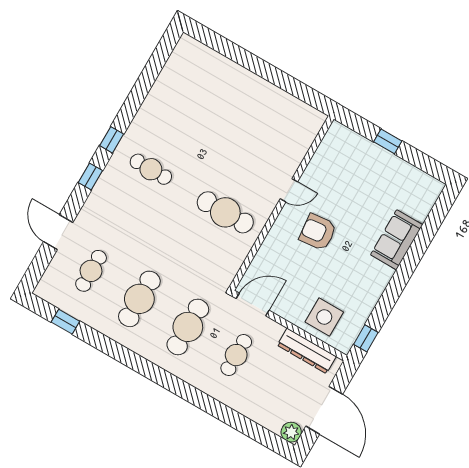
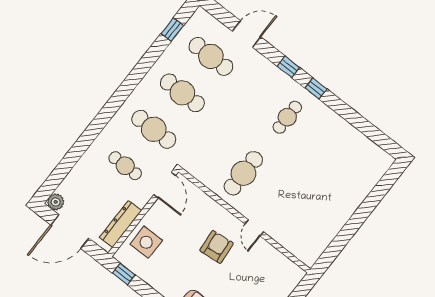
cafe table: (91, 271) -> (211, 56), width x1.37, depth x1.35

